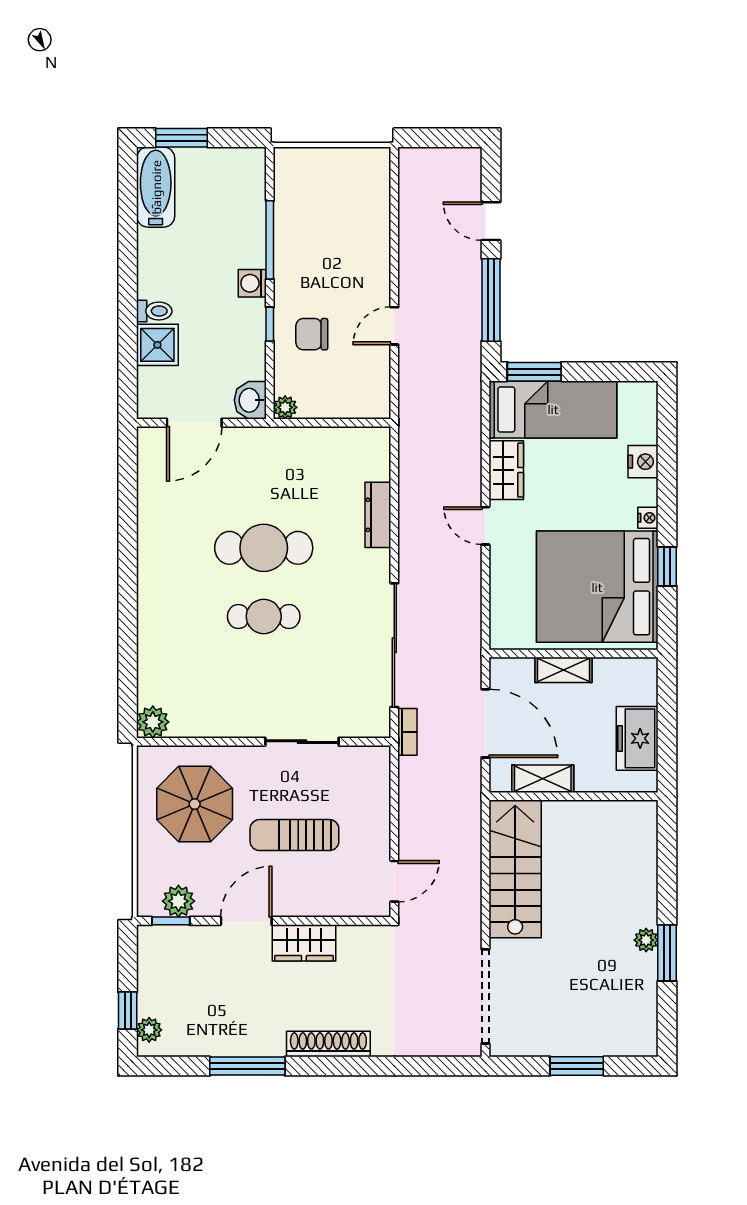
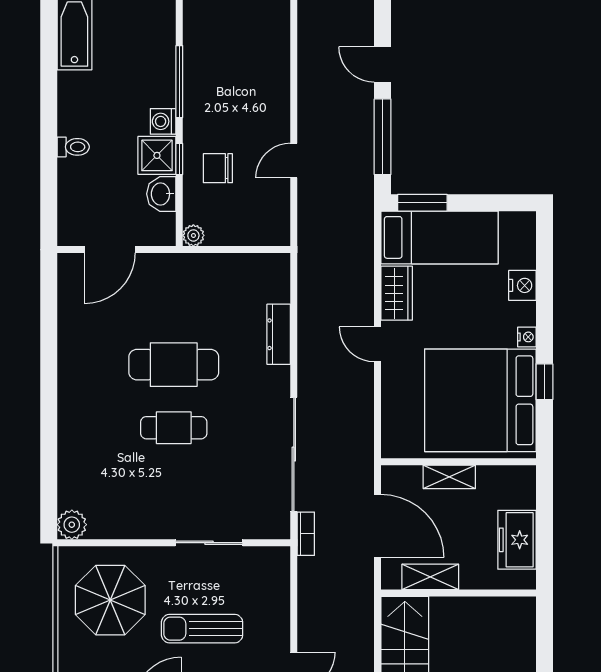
shower: (157, 345) -> (157, 155), moved
washbasin: (250, 400) -> (161, 194), moved

